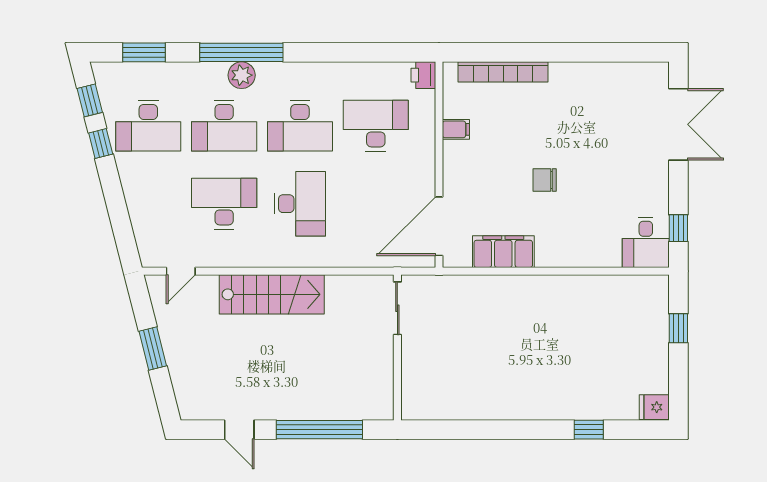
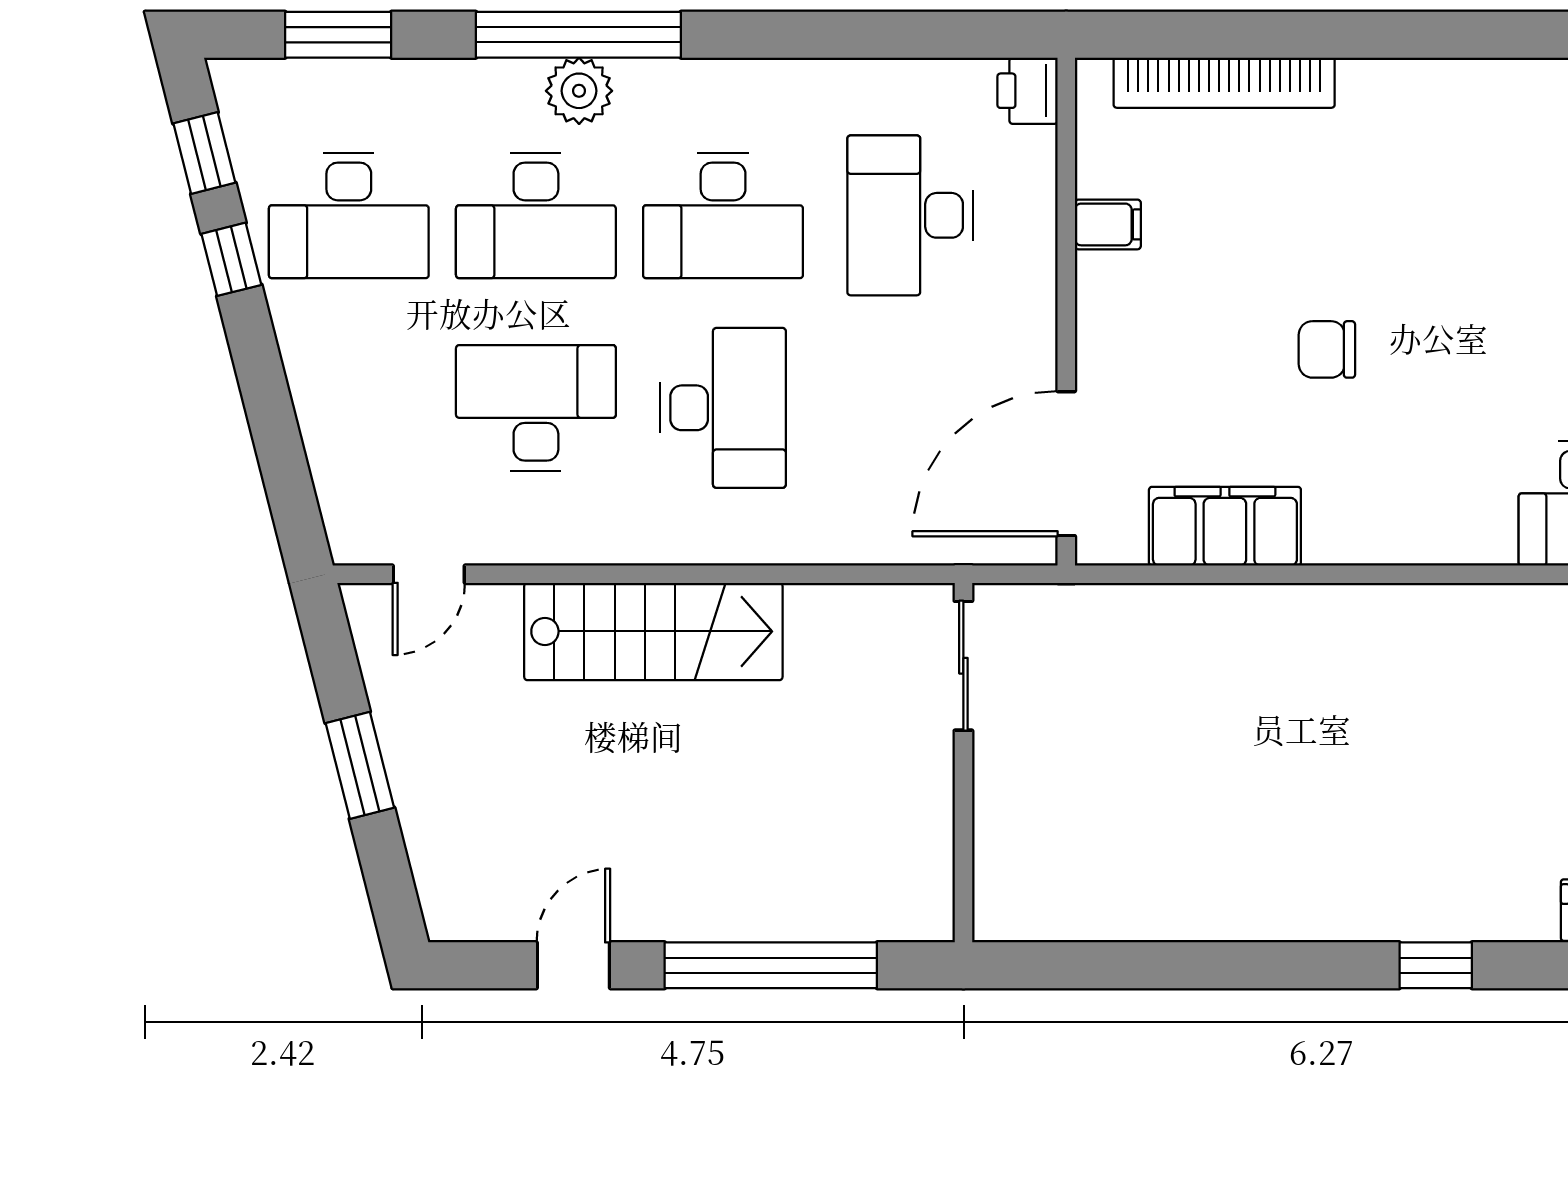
desk: (376, 126) -> (910, 215), turned -90
door: (239, 430) -> (573, 965), swing flipped

